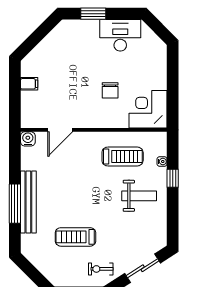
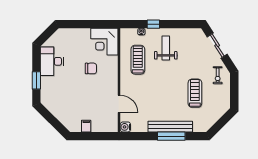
treadmill: (75, 237) -> (195, 93), turned 180

